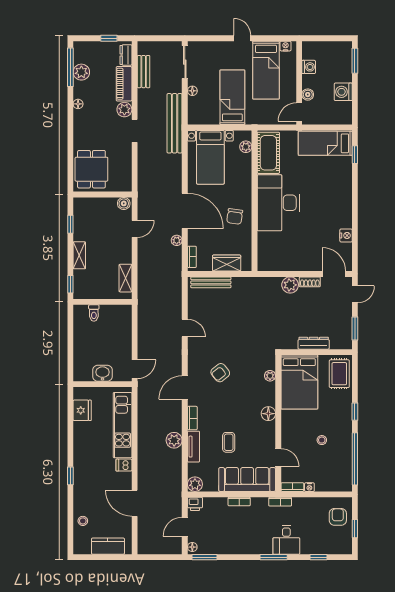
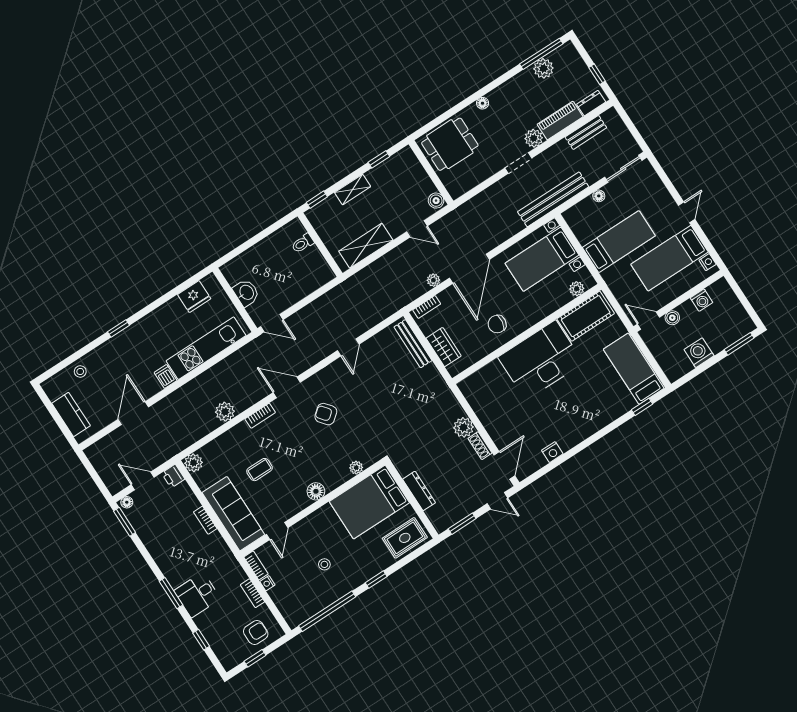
floor lamp: (78, 104) -> (483, 103), moved
shelving: (126, 278) -> (366, 246), width x1.50, depth x1.33
tv unit: (194, 447) -> (231, 436), removed
bookcase: (280, 502) -> (252, 593), moved

